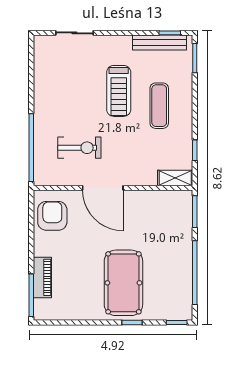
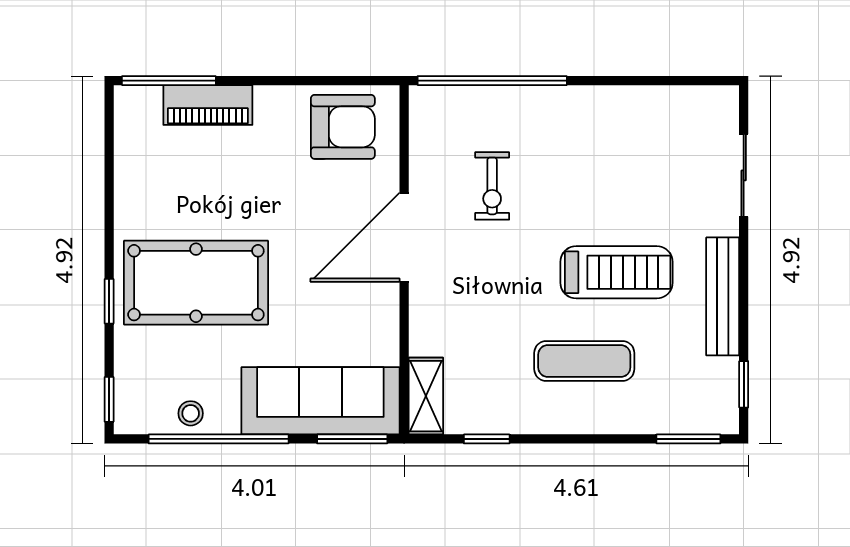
bench: (159, 42) -> (723, 296), moved
treadmill: (119, 91) -> (616, 272), turned 180
exercise bike: (79, 148) -> (492, 186), width x0.73, depth x0.72
sofa: (177, 226) -> (320, 401), added
stool: (183, 285) -> (191, 413), added

